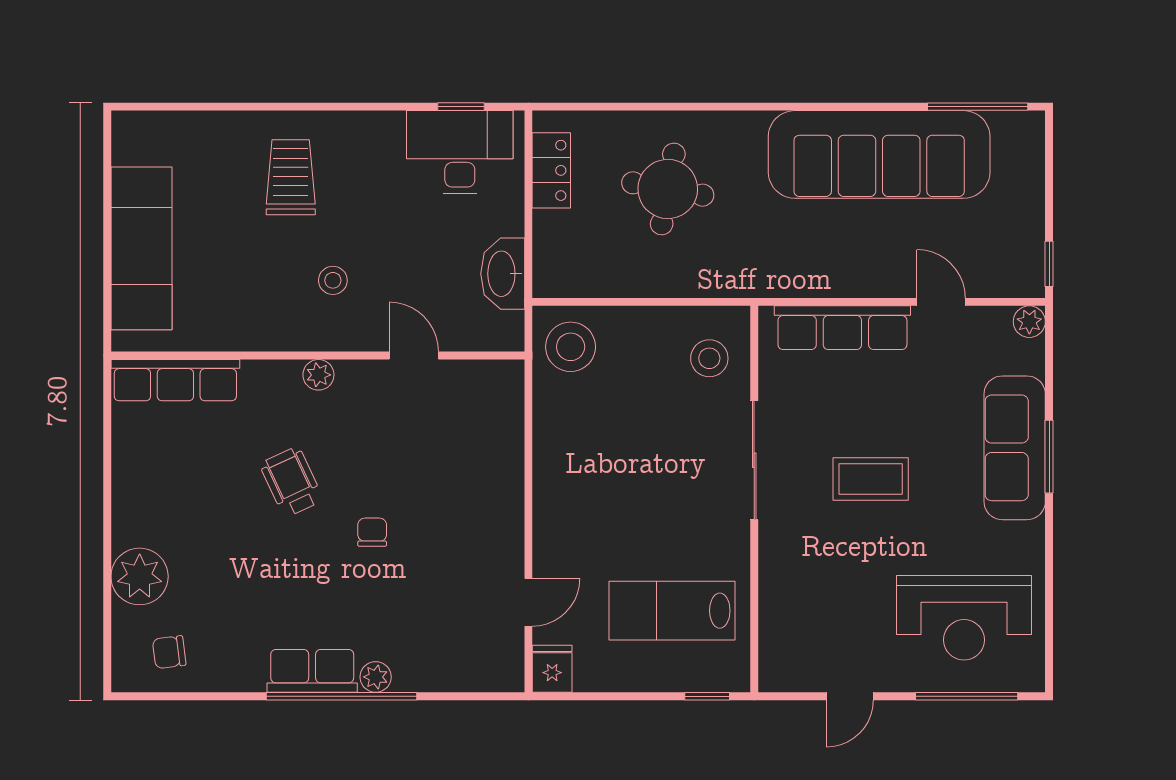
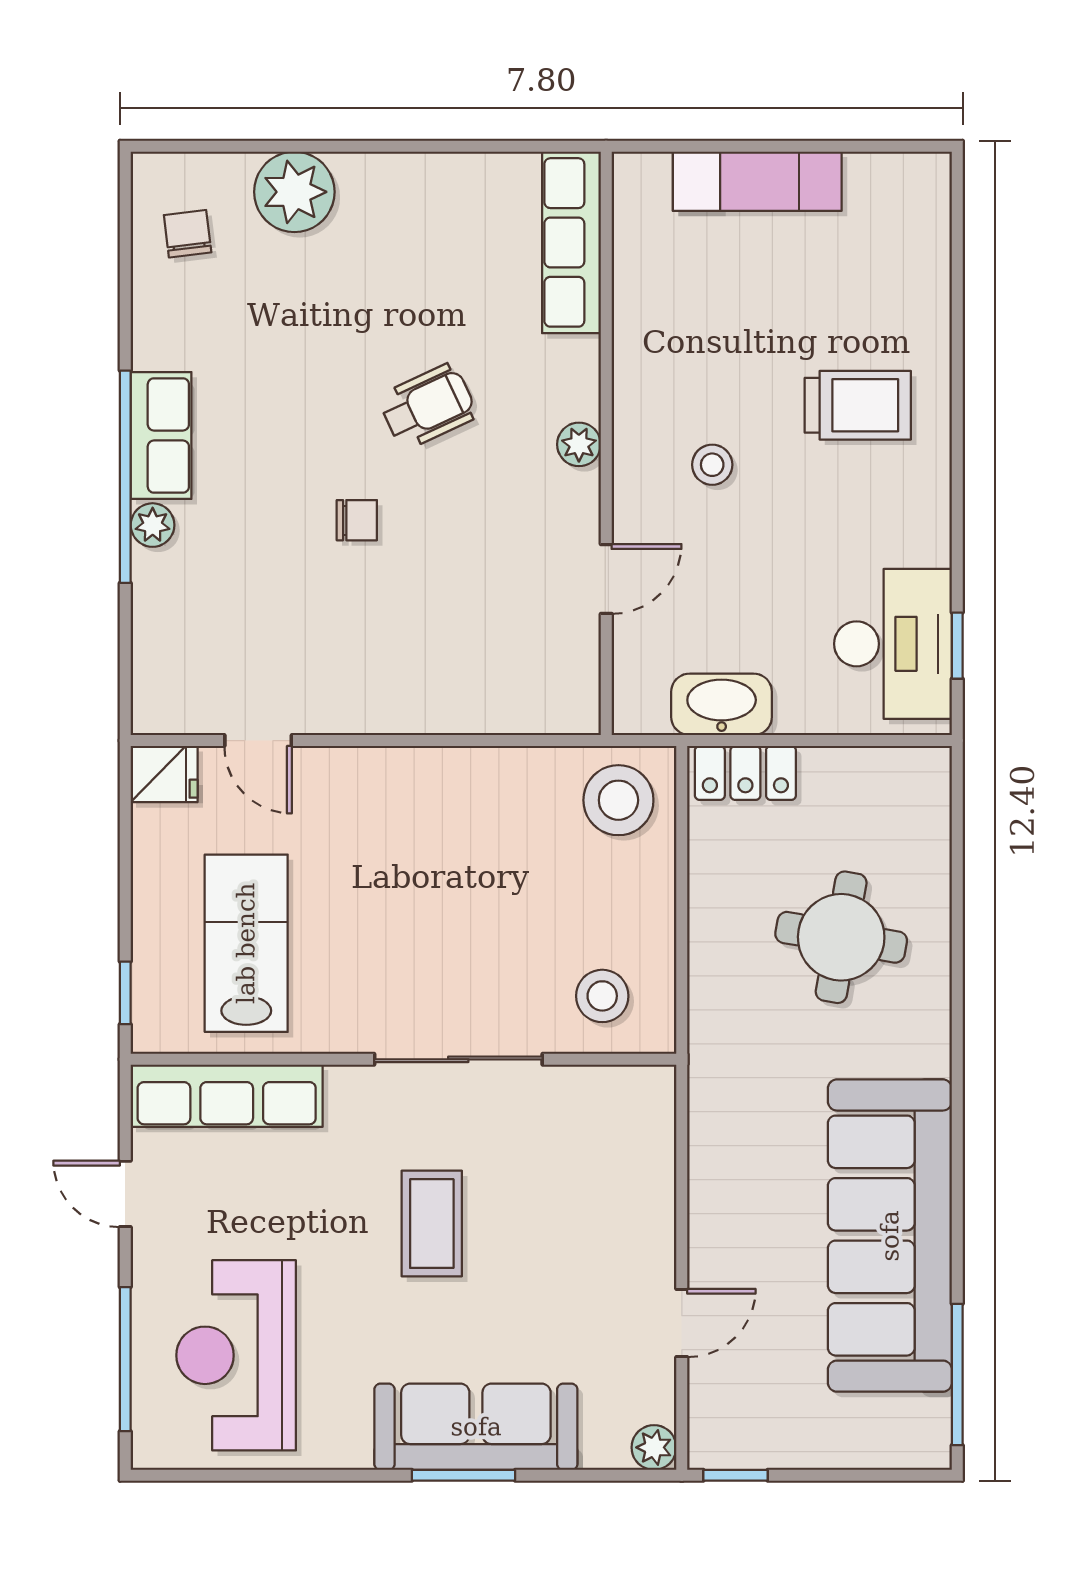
locker: (551, 170) -> (745, 773), moved
exam couch: (141, 248) -> (757, 181), width x0.73, depth x0.69
row of seats: (842, 328) -> (227, 1096), moved, turned -90

